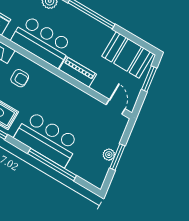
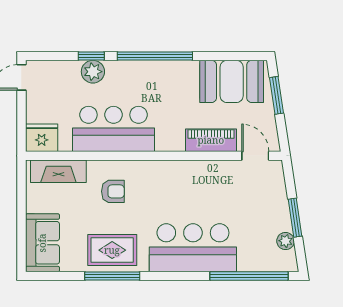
piano: (78, 72) -> (211, 140), moved
plant: (109, 155) -> (286, 241), moved
window: (52, 164) -> (249, 276), moved

